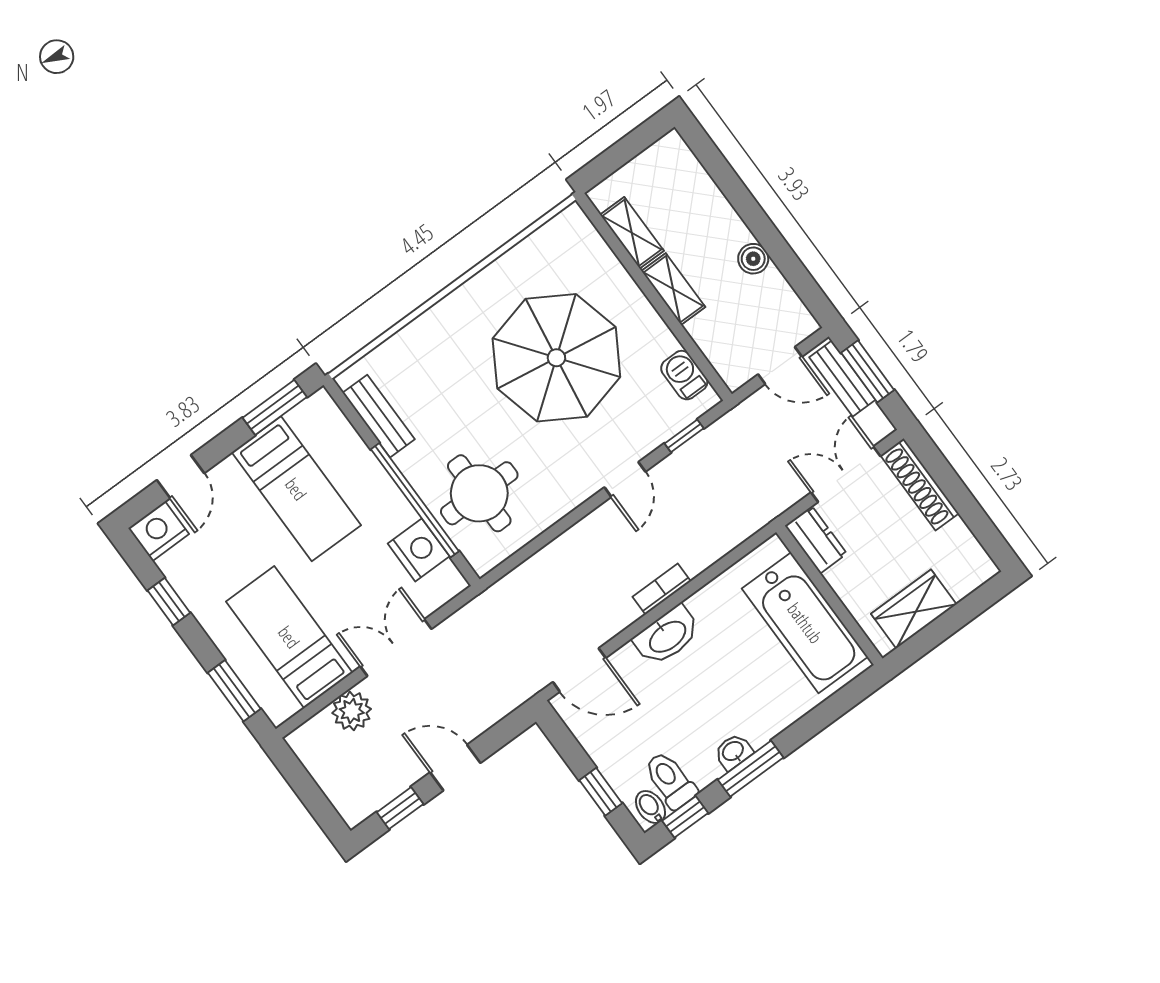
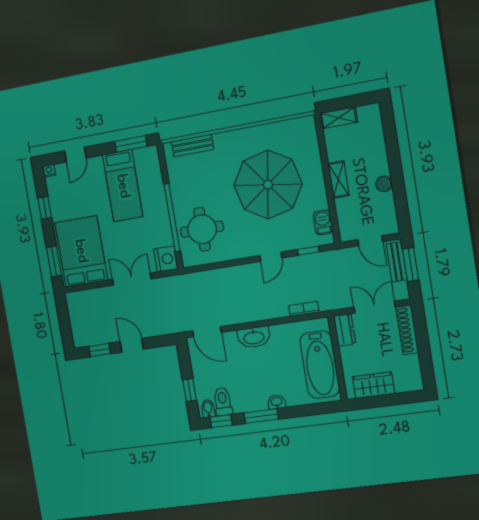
shelving: (632, 233) -> (339, 118), moved, turned 90
bench: (379, 416) -> (193, 146), moved, turned 90
nightstand: (159, 531) -> (49, 171), width x0.53, depth x0.56
nightstand: (419, 550) -> (166, 259), moved
bookcase: (662, 589) -> (304, 309), moved
bed: (289, 637) -> (81, 251), width x1.50
plant: (352, 711) -> (99, 297), removed
washbasin: (733, 752) -> (277, 402), moved

